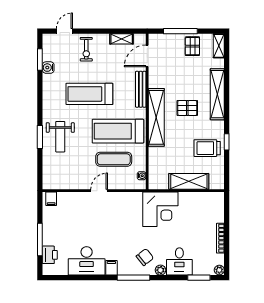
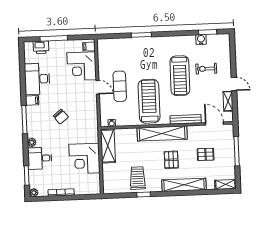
door: (64, 31) -> (234, 84), moved
pallet: (192, 46) -> (206, 154), moved
exercise bike: (86, 49) -> (206, 69), moved
treadmill: (89, 94) -> (180, 76), turned 180
weight bench: (60, 137) -> (142, 52), removed
exercise mat: (114, 159) -> (120, 86), moved
shelving: (189, 181) -> (108, 146), moved
corner desk: (74, 208) -> (82, 66), added
corner desk: (160, 209) -> (84, 159), moved
chair: (145, 257) -> (61, 117), moved

